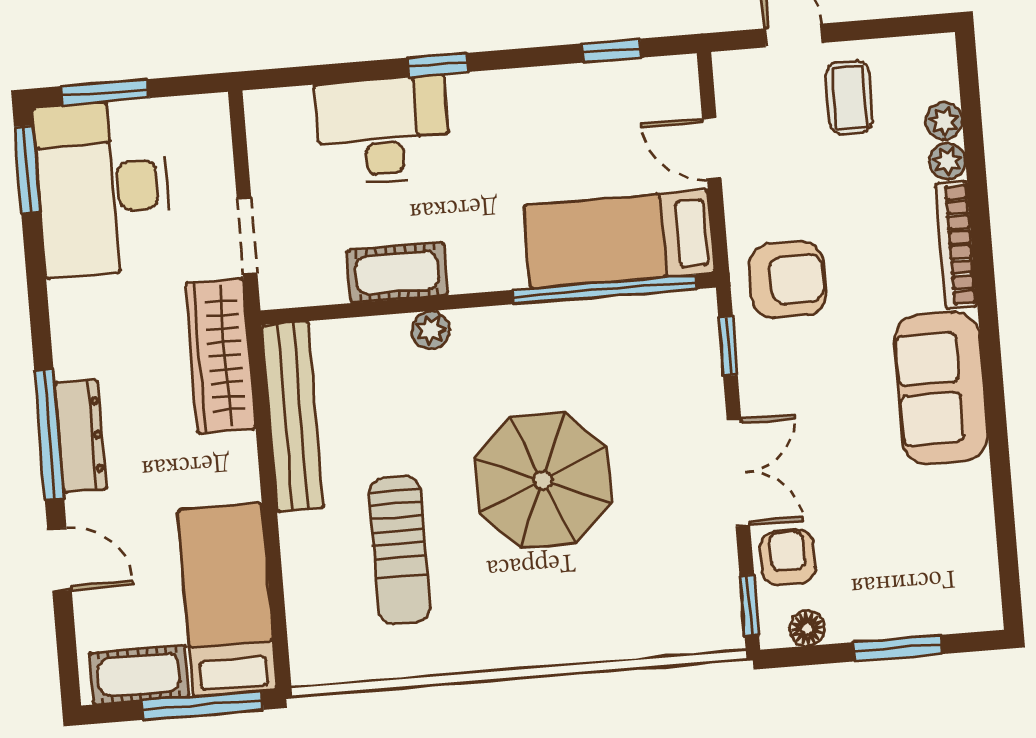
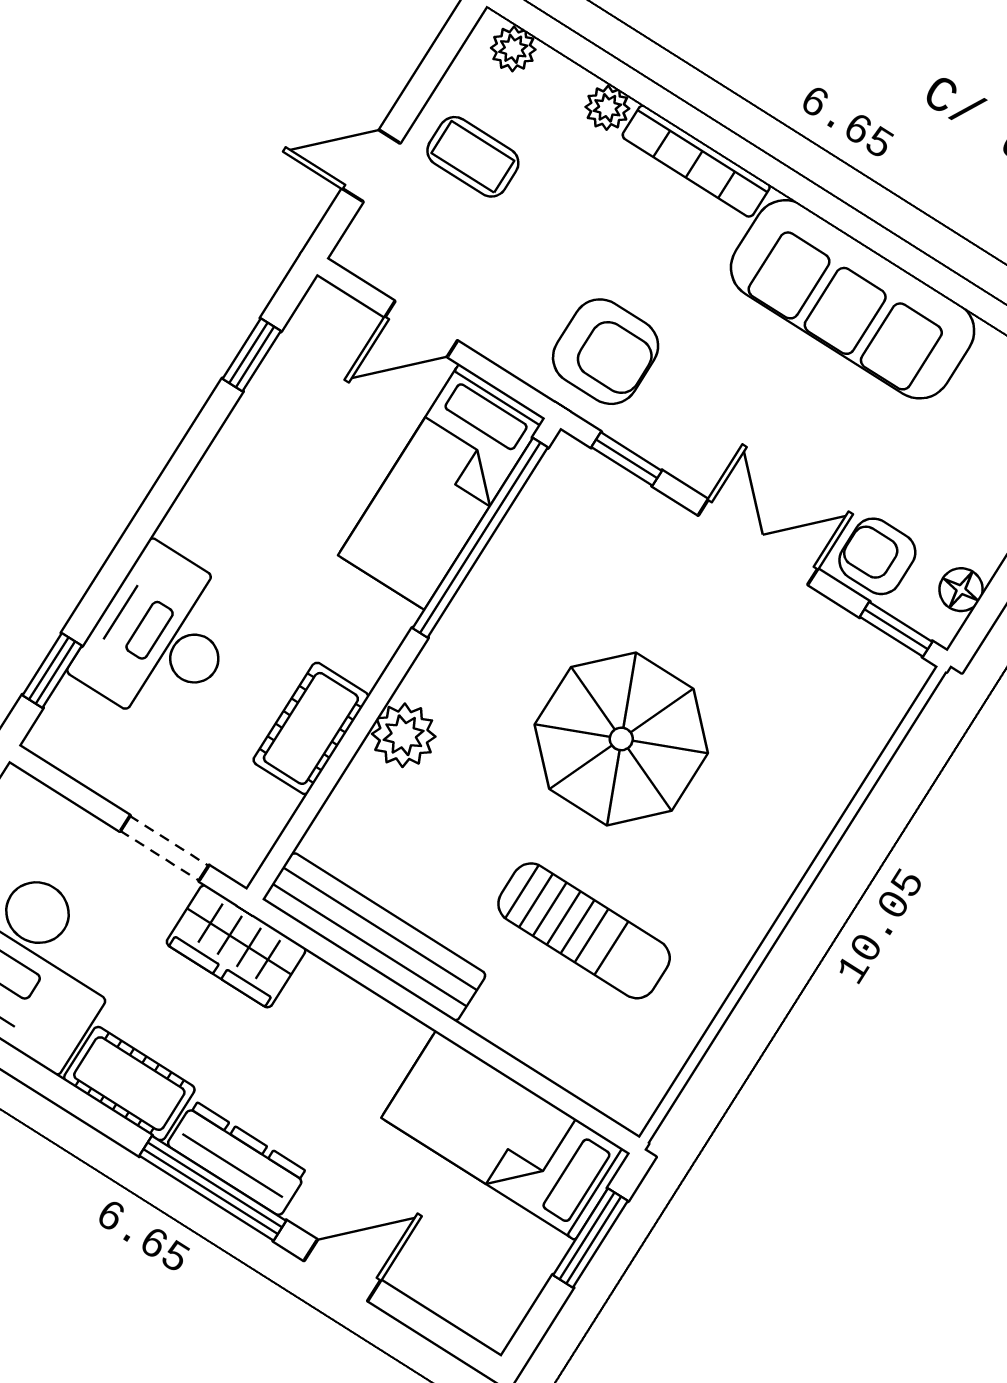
window: (438, 65) -> (52, 670), moved
plant: (944, 121) -> (513, 49), moved
armchair: (788, 280) -> (606, 352), turned 90
plant: (431, 330) -> (404, 735), width x1.38, depth x1.38
wardrobe: (220, 356) -> (236, 946), width x0.67
sofa: (941, 388) -> (853, 299), width x1.36
cot: (139, 675) -> (129, 1084), moved, turned 90
window: (202, 705) -> (590, 1238), width x0.69

